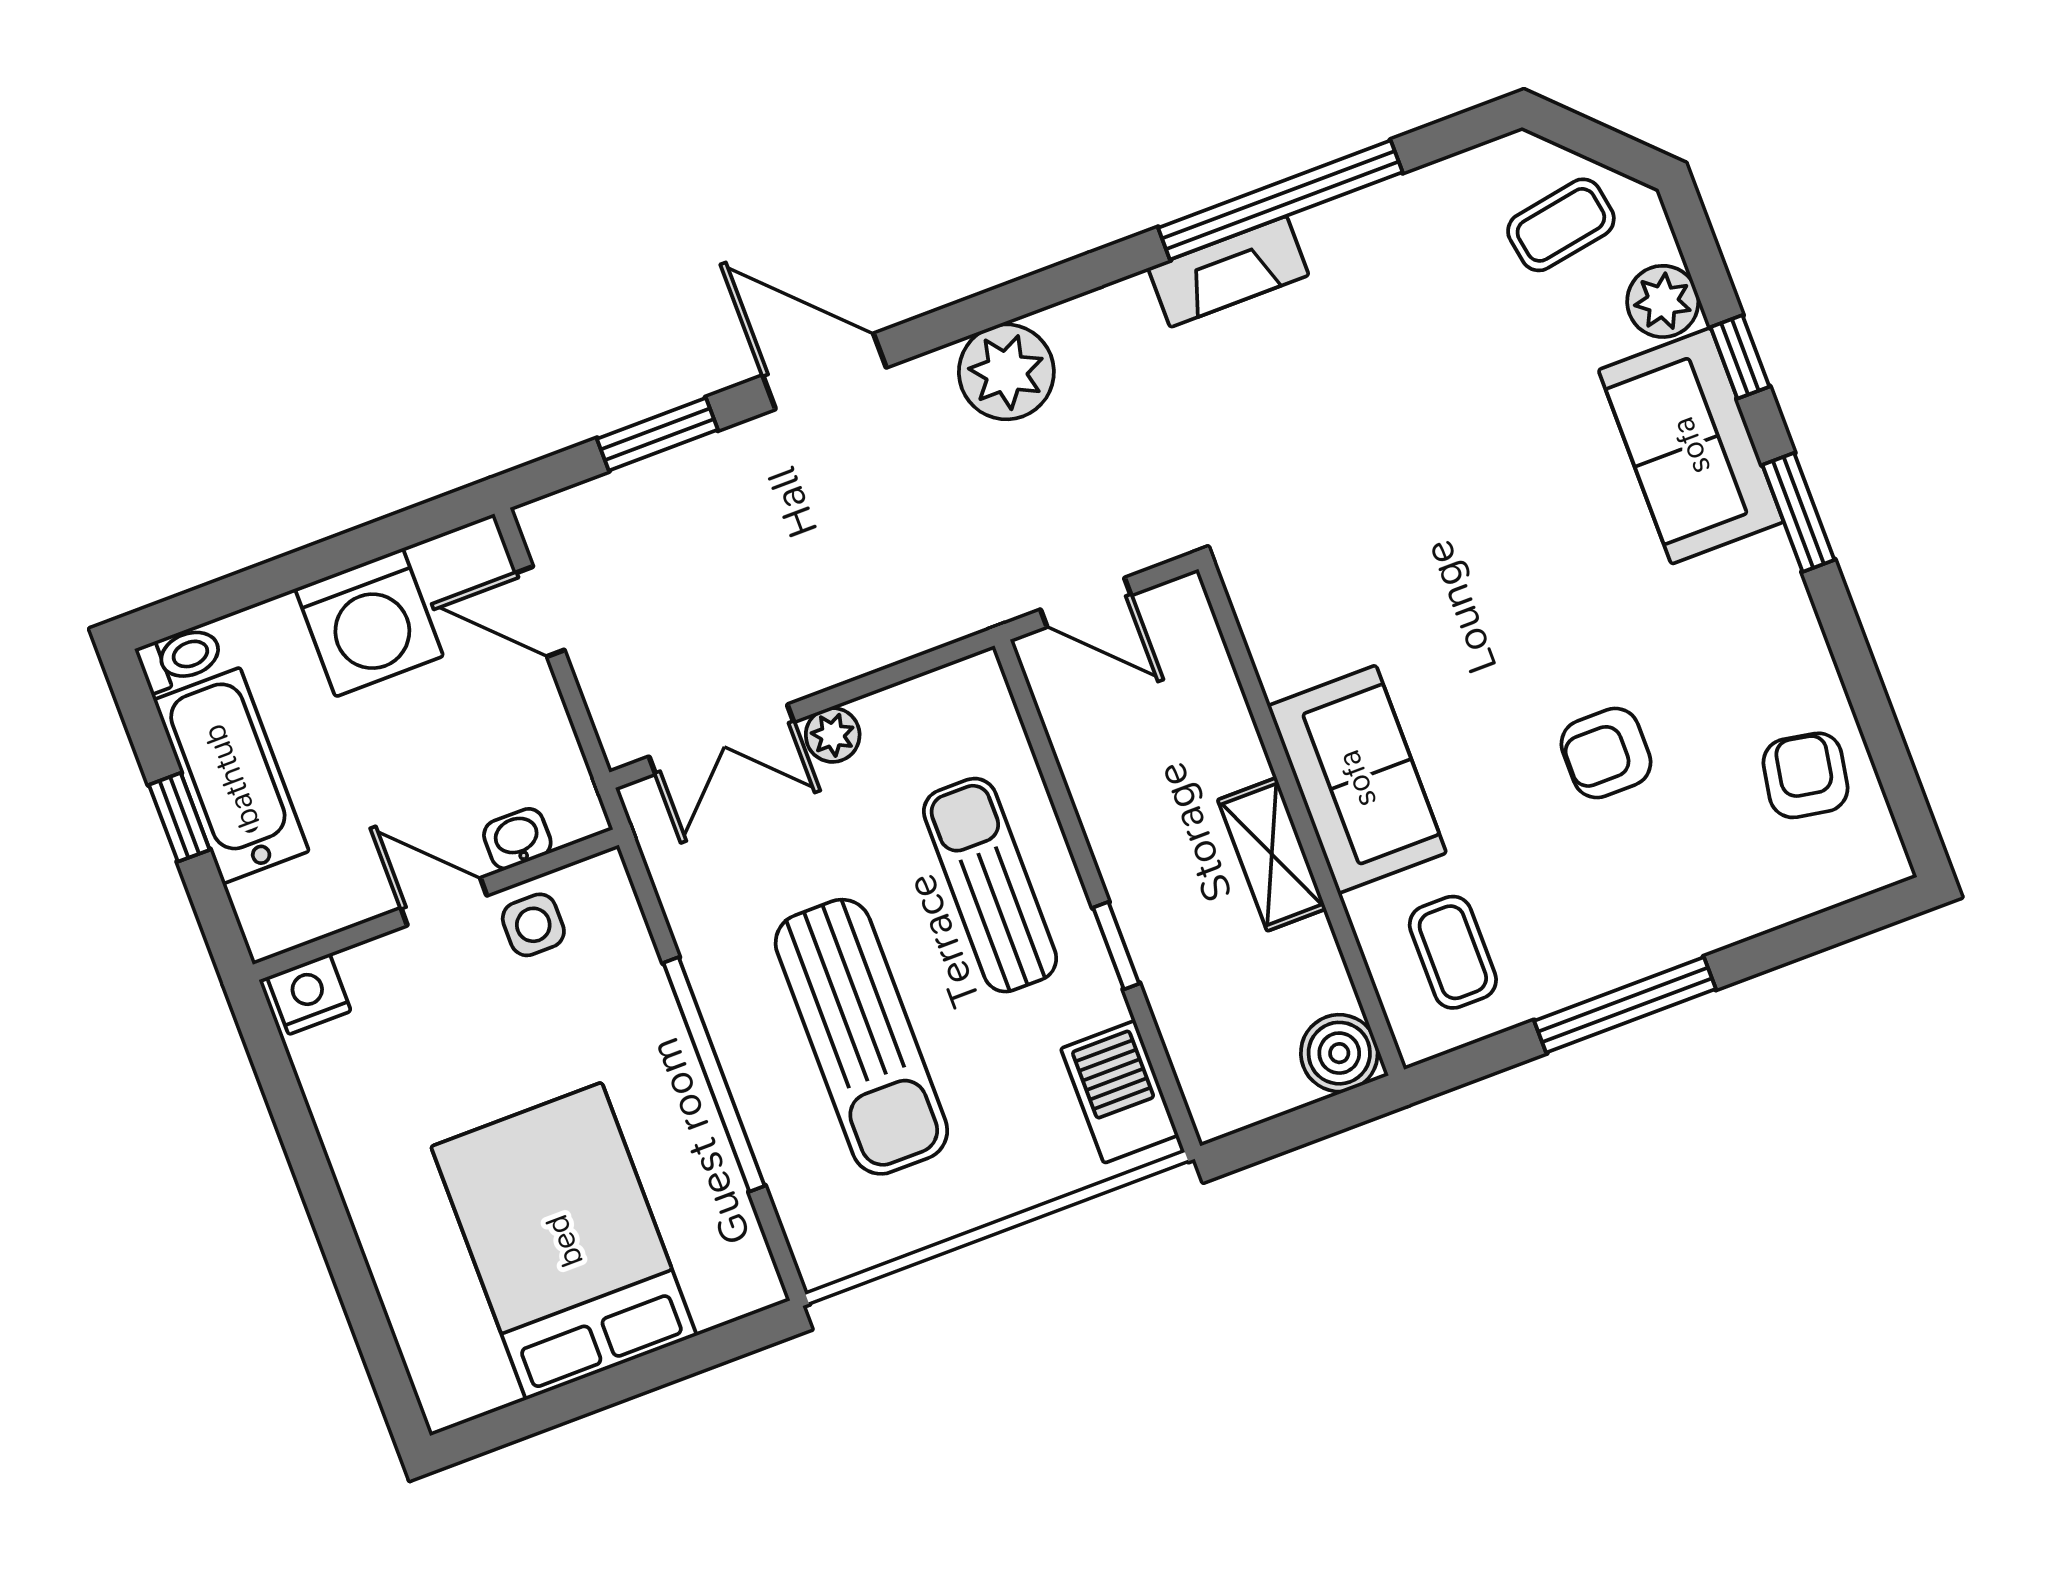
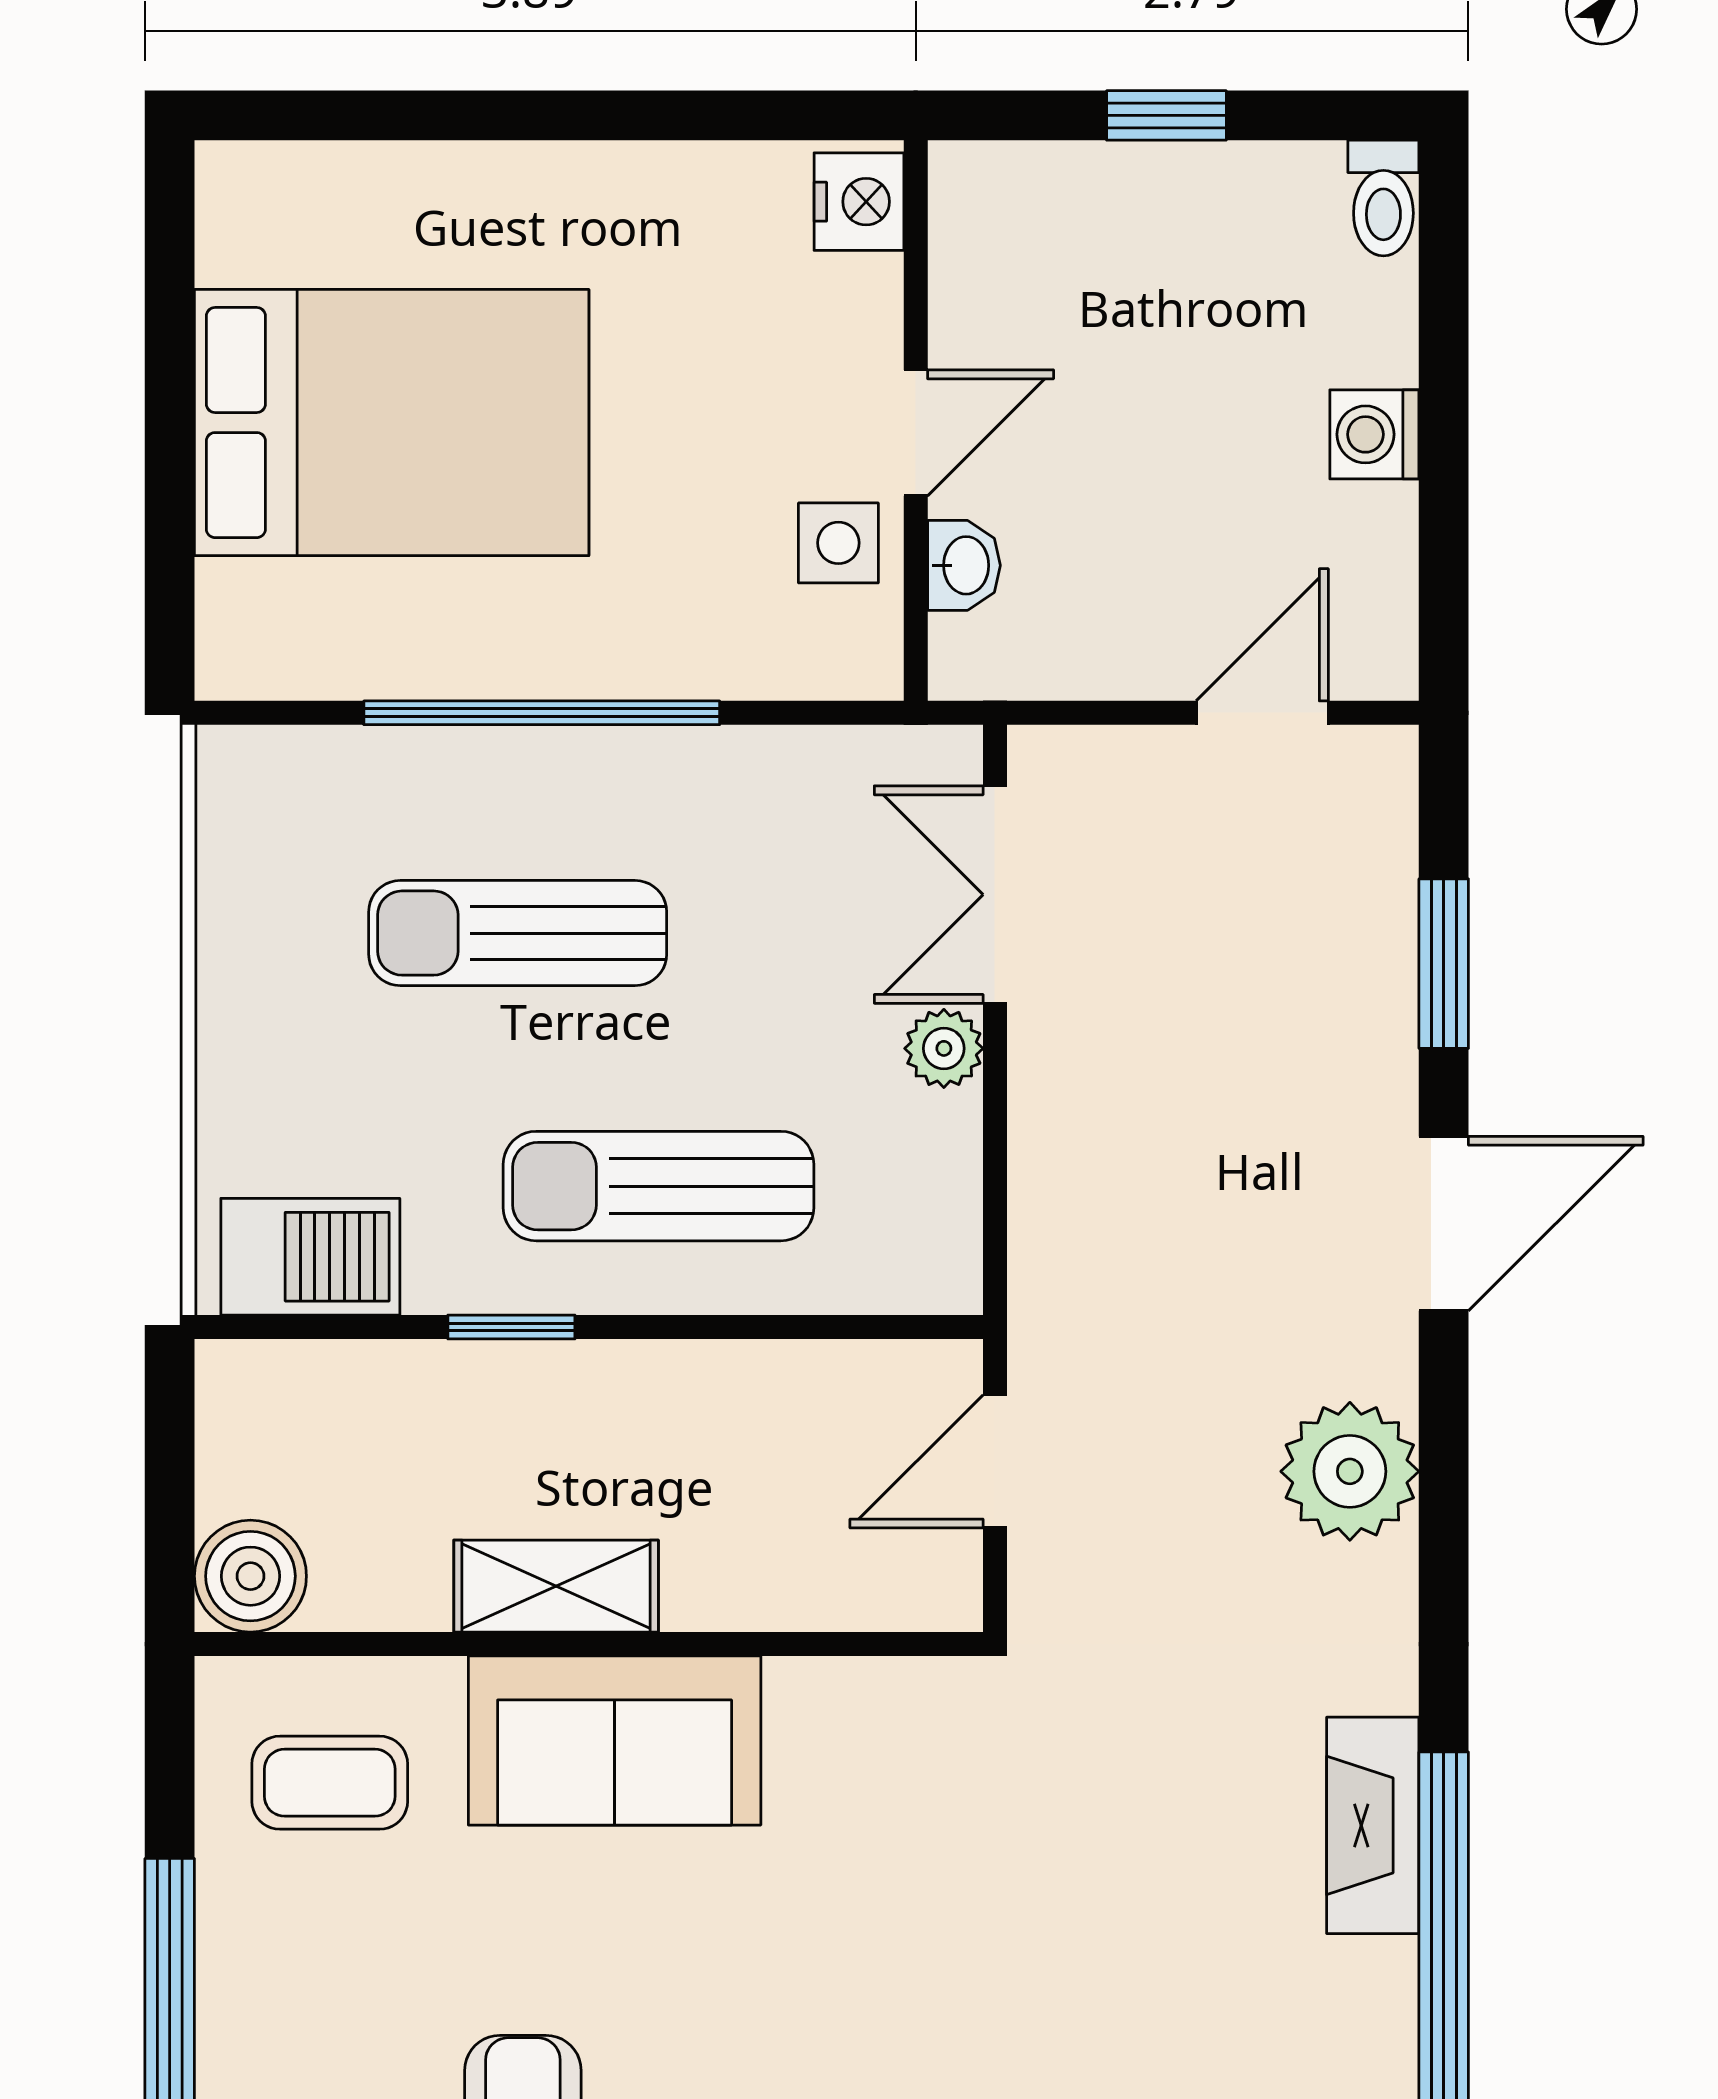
washing machine: (369, 622) -> (1374, 434), width x0.53, depth x0.53
bathtub: (231, 776) -> (1197, 208), removed
sun lounger: (990, 885) -> (659, 1186), turned 180
sun lounger: (861, 1037) -> (518, 933), width x0.73, depth x0.75

